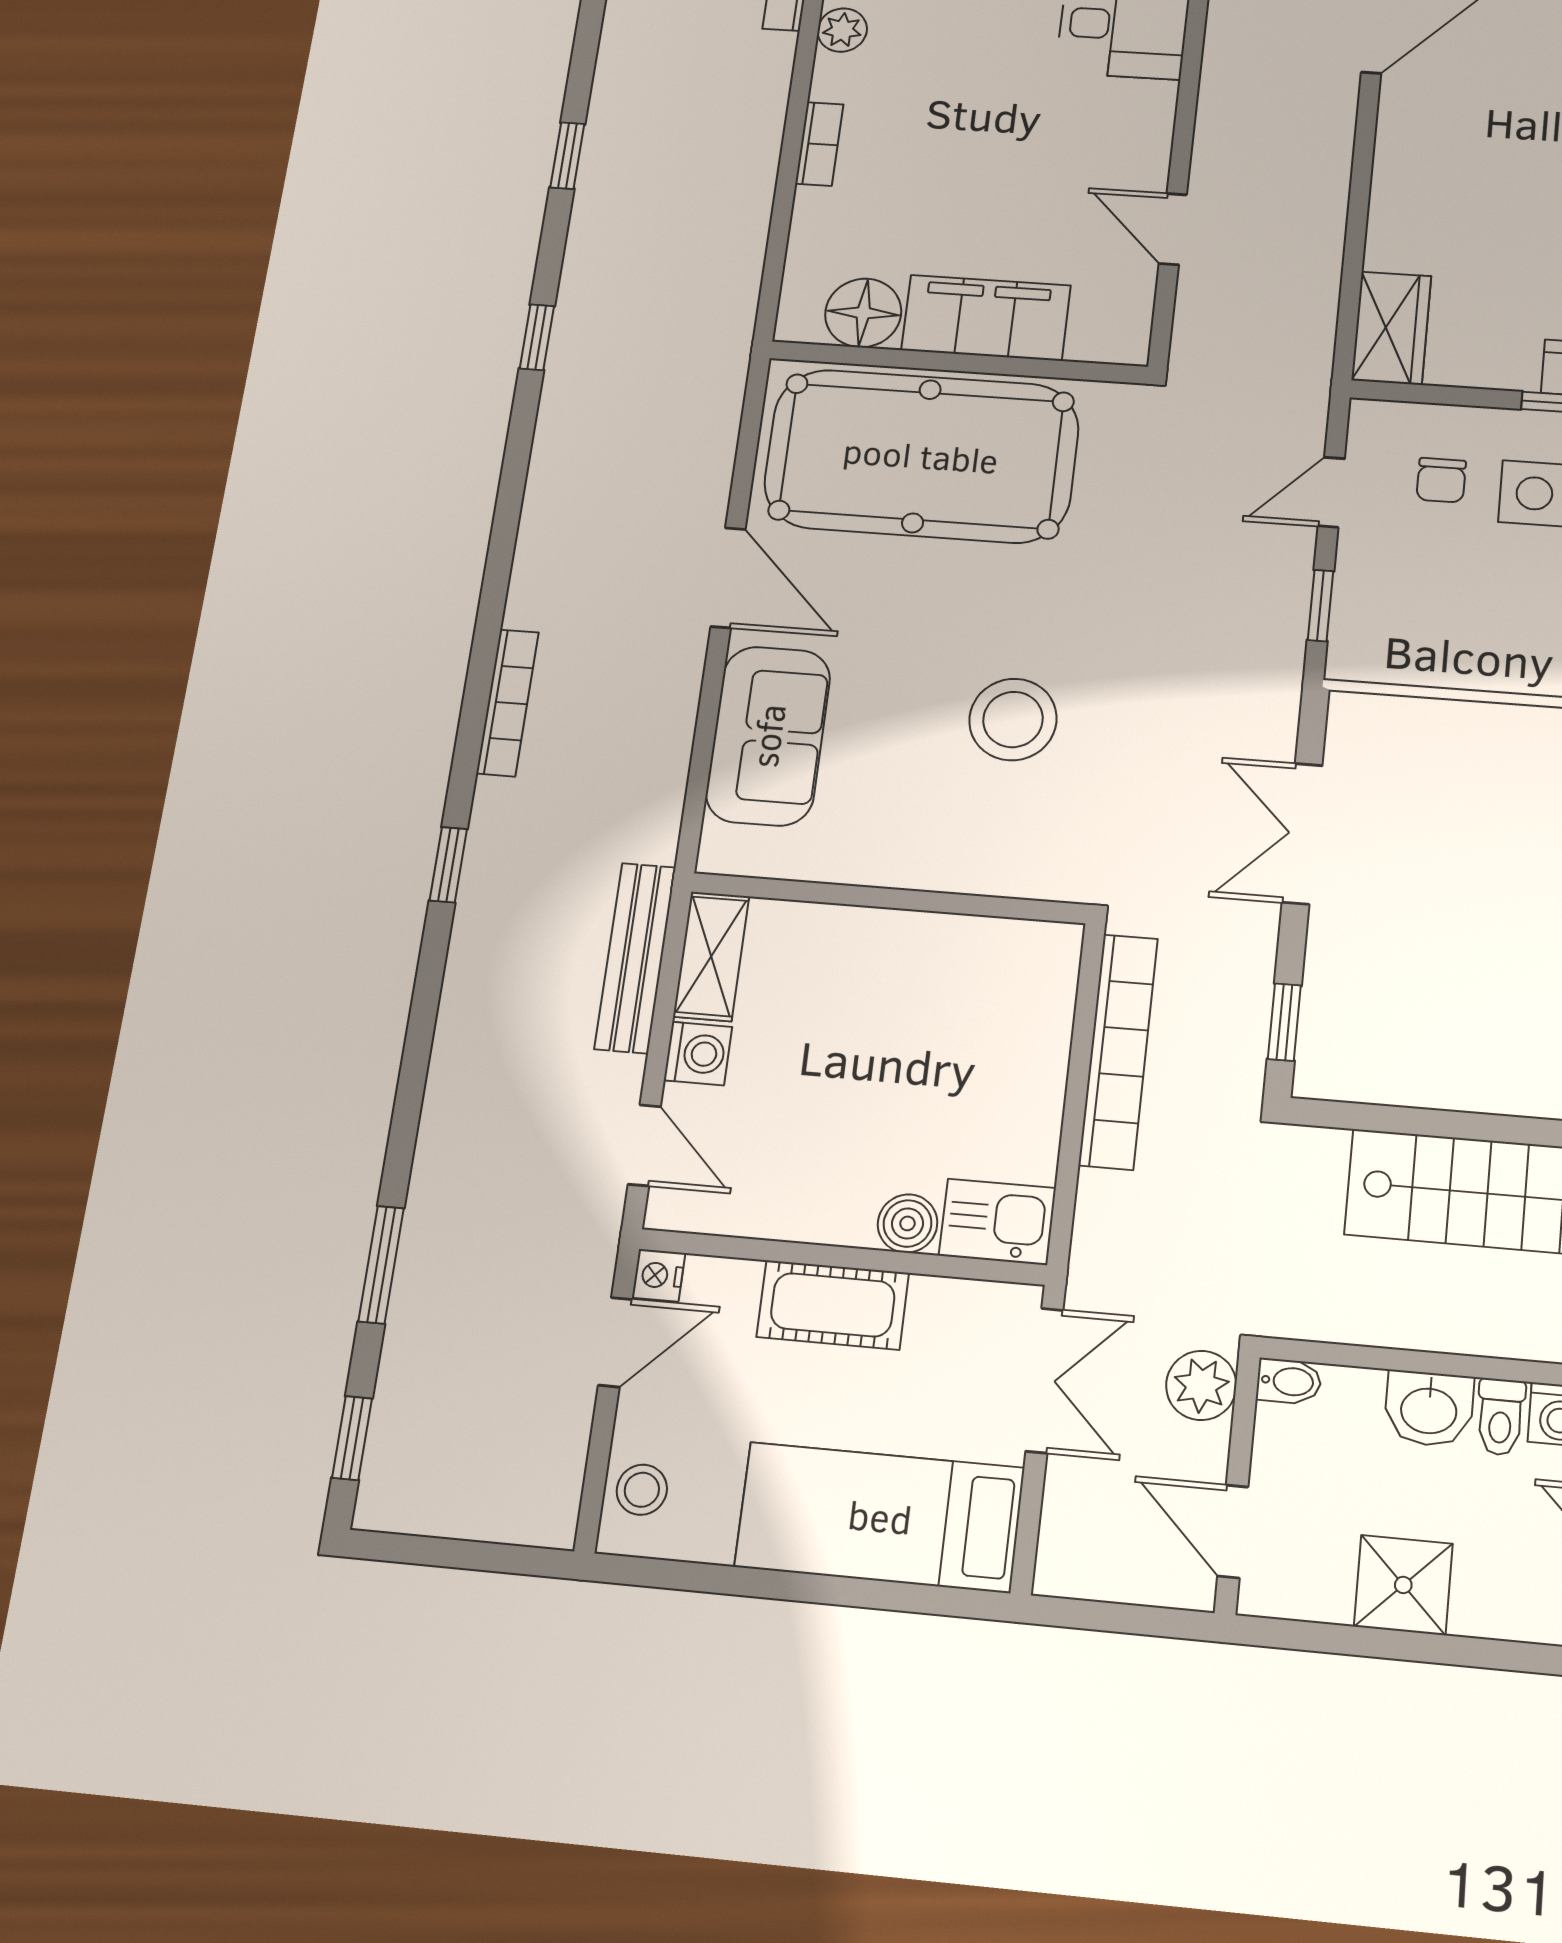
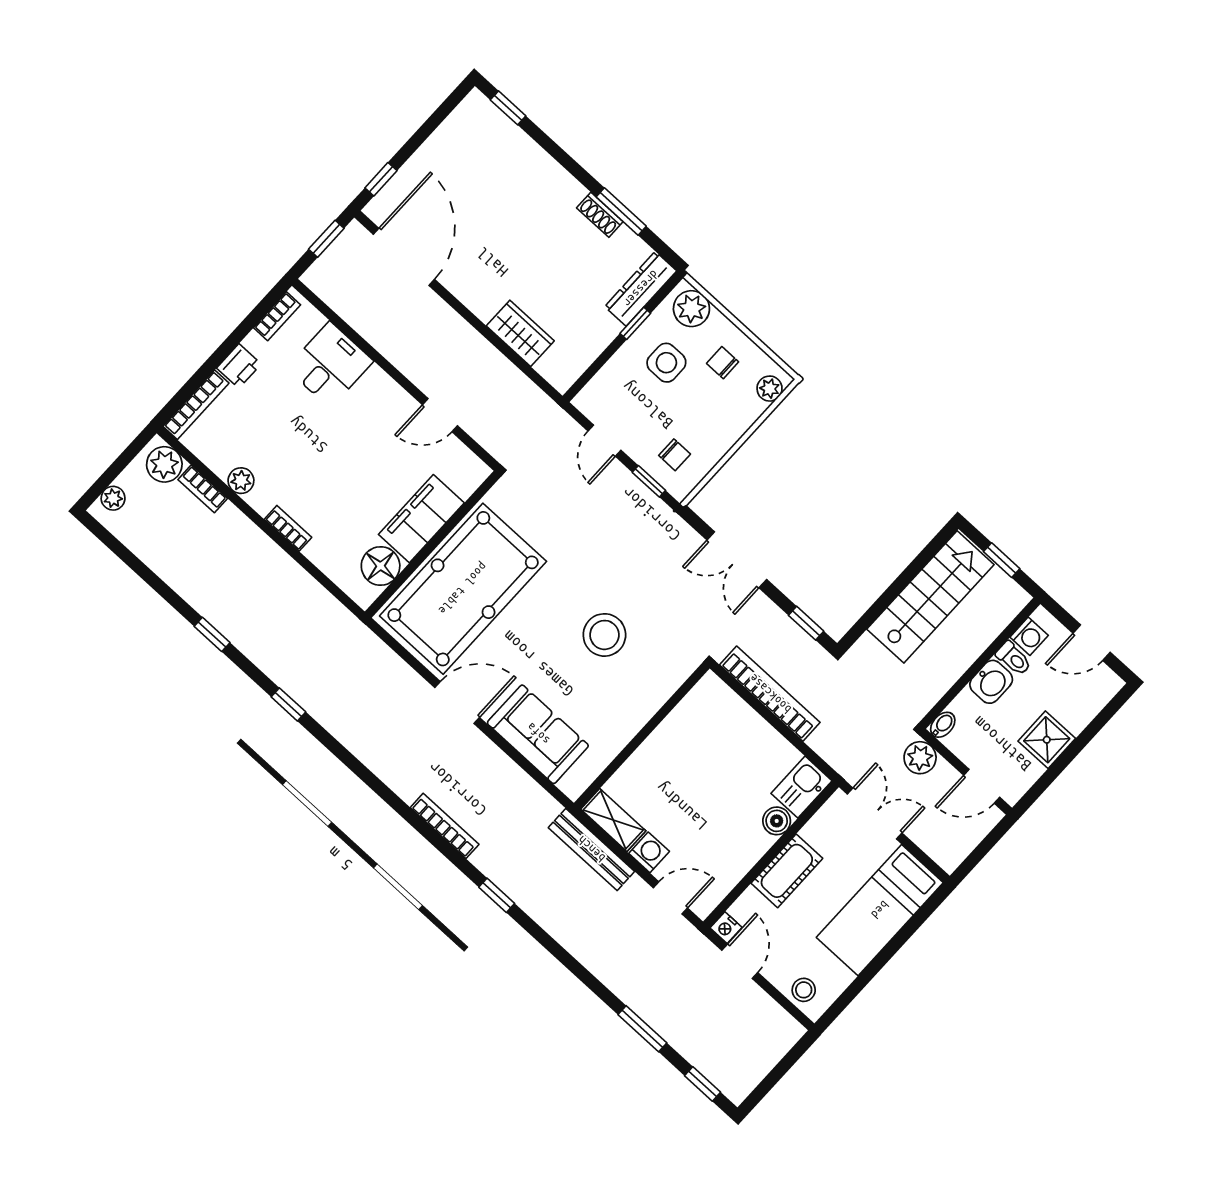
wardrobe: (1391, 328) -> (520, 333), moved
chair: (1441, 480) -> (675, 455), moved

